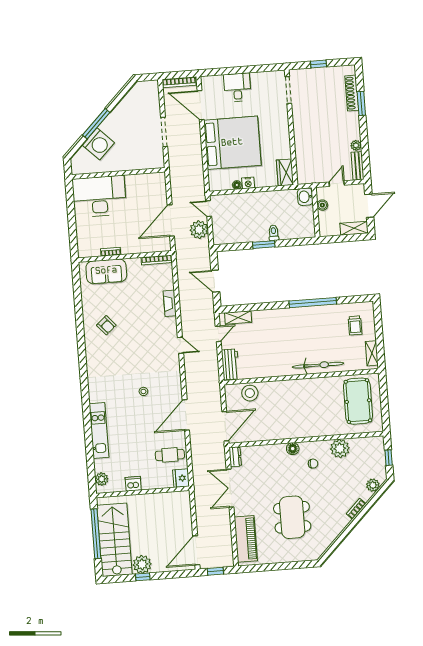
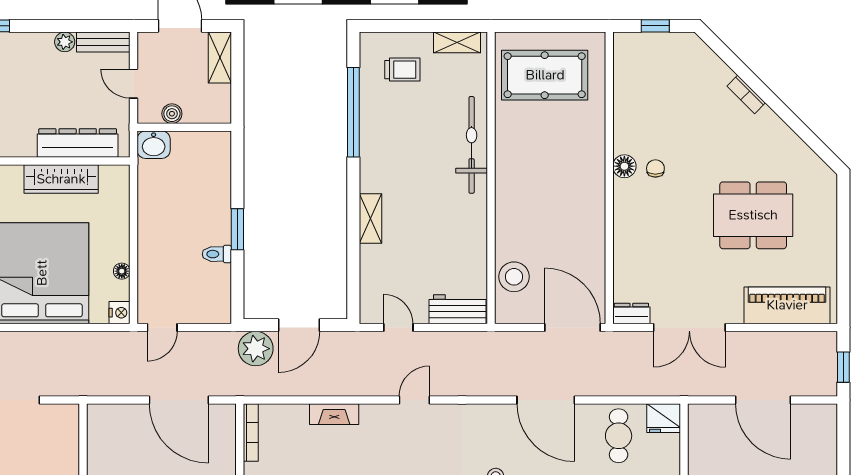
dresser: (303, 156) -> (78, 143), added
wardrobe: (285, 172) -> (61, 179), moved, width x1.50
nightstand: (248, 183) -> (120, 313), moved
plant: (199, 230) -> (256, 349), moved
toilet: (274, 233) -> (217, 254), moved
window: (313, 303) -> (353, 112), moved
shelving: (238, 317) -> (370, 219), moved
plant: (340, 448) -> (631, 116), removed
floor lamp: (293, 449) -> (624, 166), moved
plant: (373, 485) -> (705, 59), removed
door: (196, 550) -> (763, 400), moved

